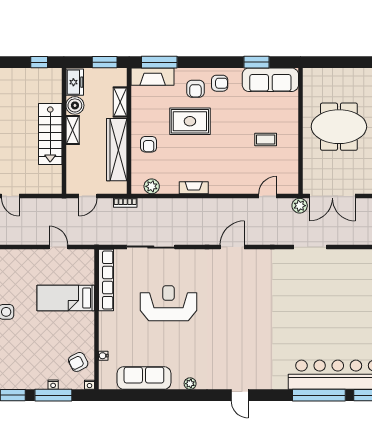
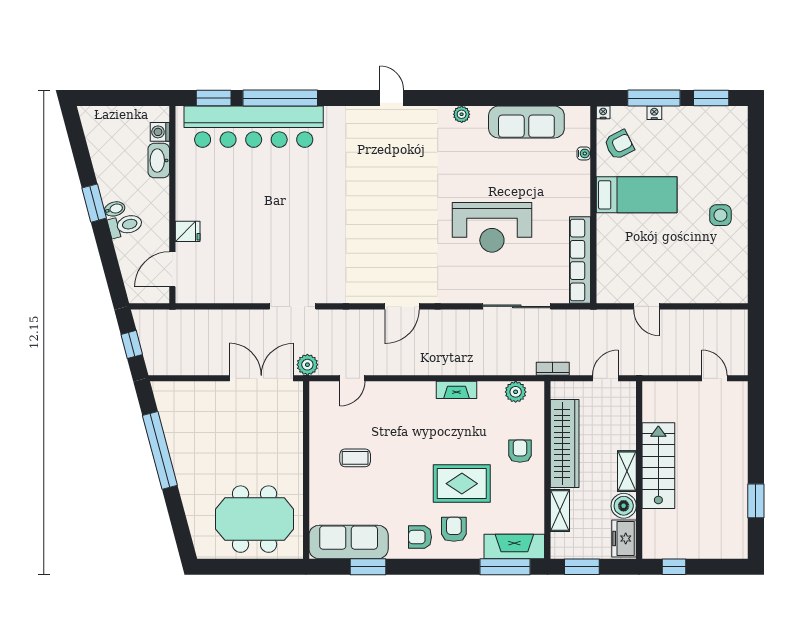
meeting table: (339, 127) -> (255, 519), moved
bed: (66, 298) -> (637, 195), moved

